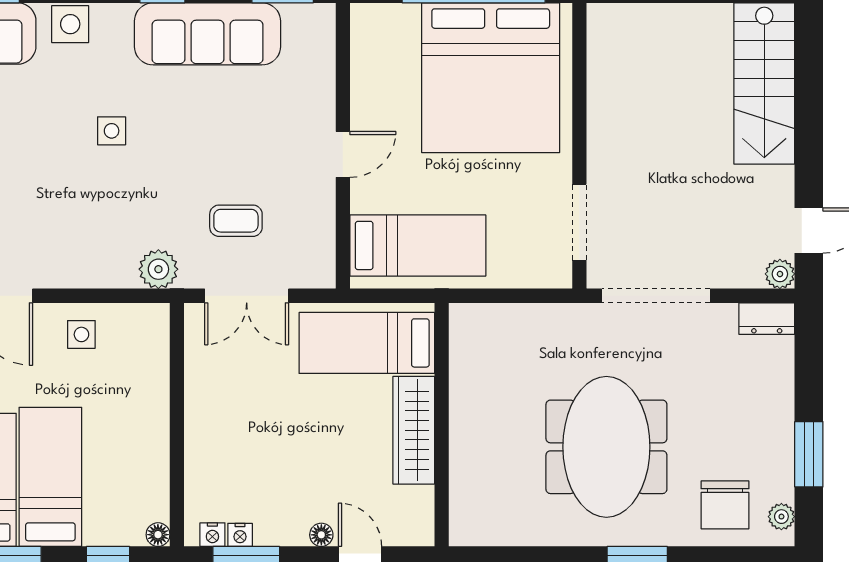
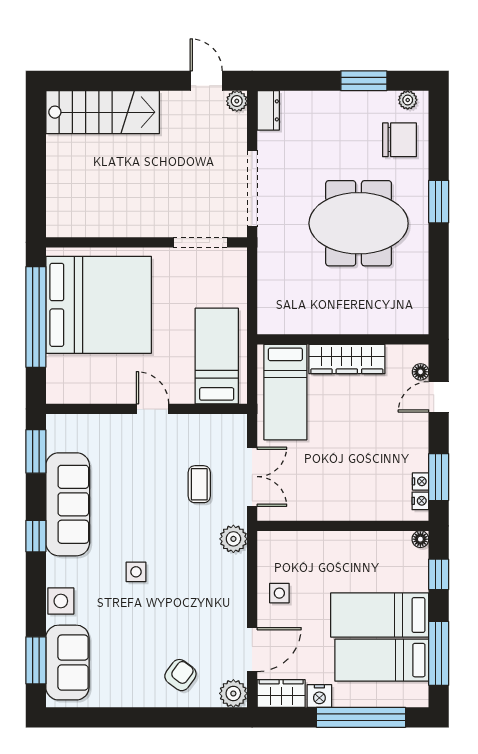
floor lamp: (321, 535) -> (421, 372), moved

